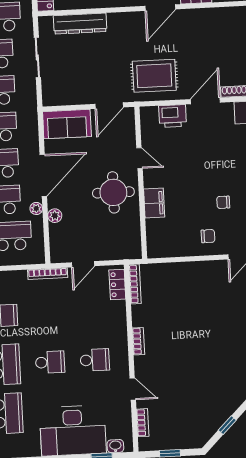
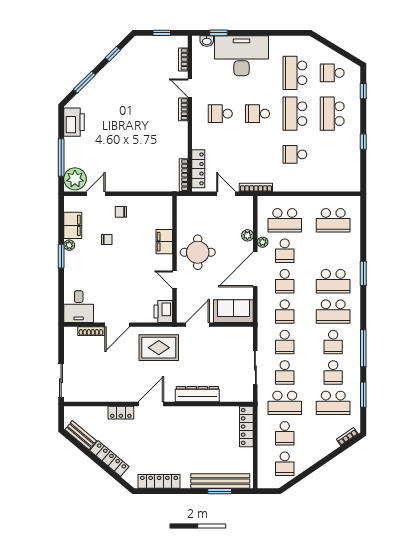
dresser: (80, 24) -> (197, 394), moved
printer: (173, 116) -> (163, 311), moved, turned -90
door: (83, 264) -> (226, 194), hinge flipped
locker: (117, 285) -> (198, 169), width x1.53
bookcase: (138, 341) -> (183, 109), moved

